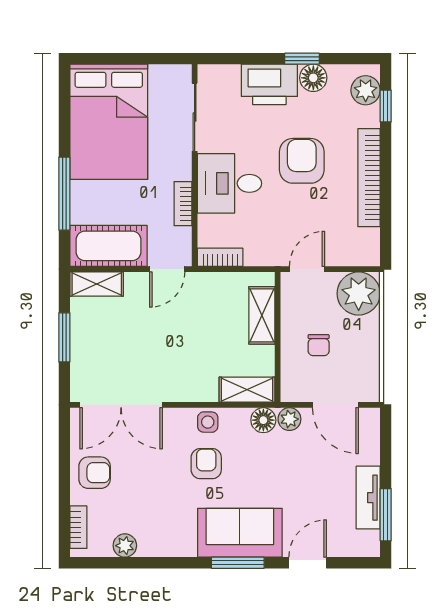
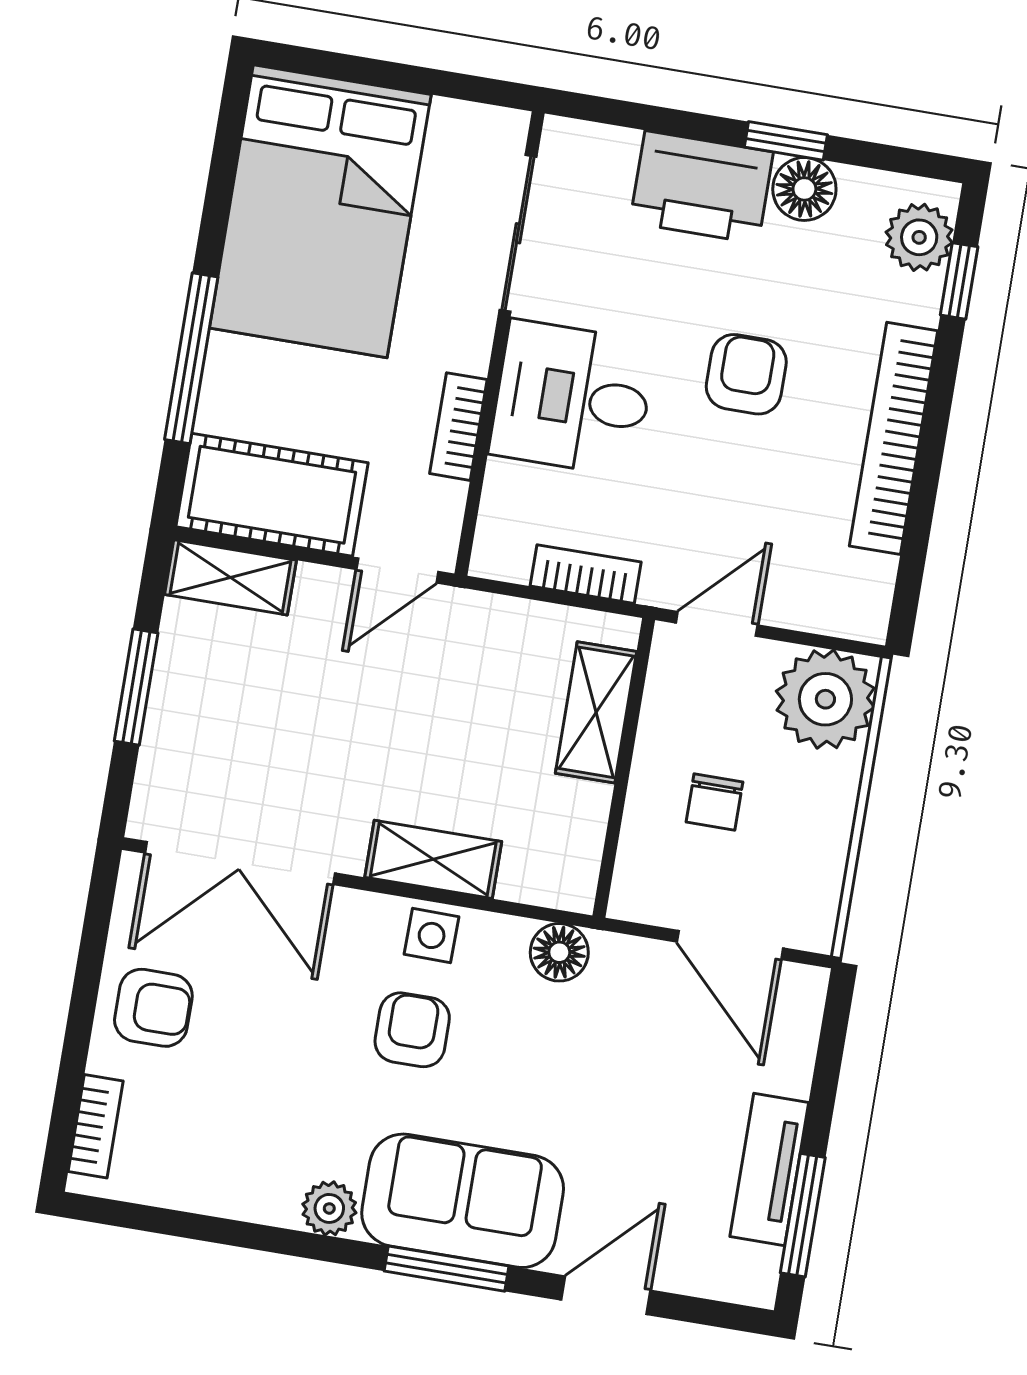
armchair: (302, 161) -> (746, 374), width x0.72, depth x0.72
bookcase: (220, 257) -> (586, 574), moved
shelving: (247, 390) -> (433, 859), moved
plant: (289, 419) -> (619, 960), removed
plant: (125, 546) -> (329, 1208), moved

